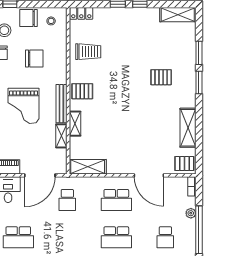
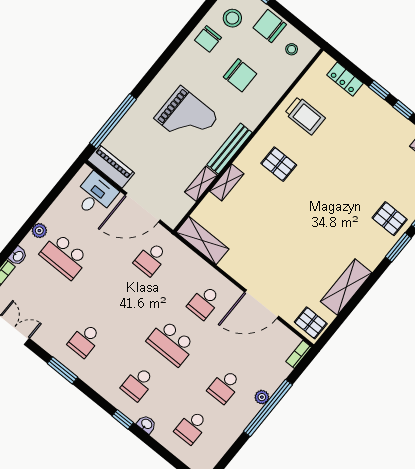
locker: (81, 13) -> (345, 79), moved
pallet: (161, 77) -> (390, 219), moved
pallet: (82, 91) -> (279, 164), moved
grand piano: (24, 106) -> (186, 117), turned -90
door: (149, 175) -> (262, 304), hinge flipped
school desk: (116, 200) -> (204, 302), width x0.54
plant: (191, 213) -> (262, 397), moved

